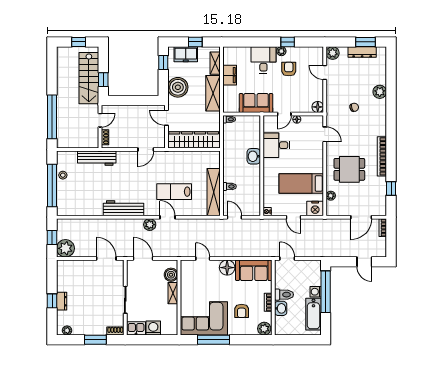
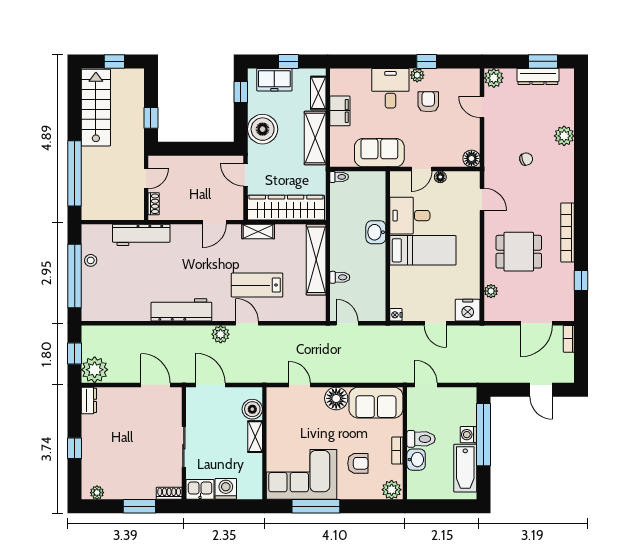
stairs: (89, 78) -> (96, 108), moved, turned 180
shelving: (175, 156) -> (258, 232), added
bed: (301, 184) -> (423, 250), moved, turned 180
shelving: (214, 192) -> (316, 260), moved
dresser: (62, 301) -> (89, 400), moved
armchair: (242, 311) -> (358, 463), turned -90

